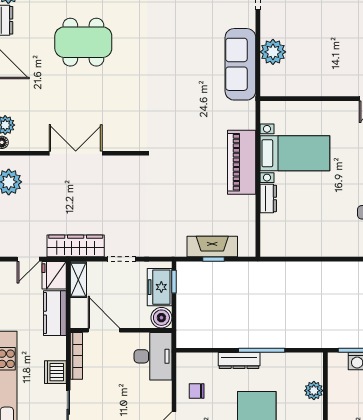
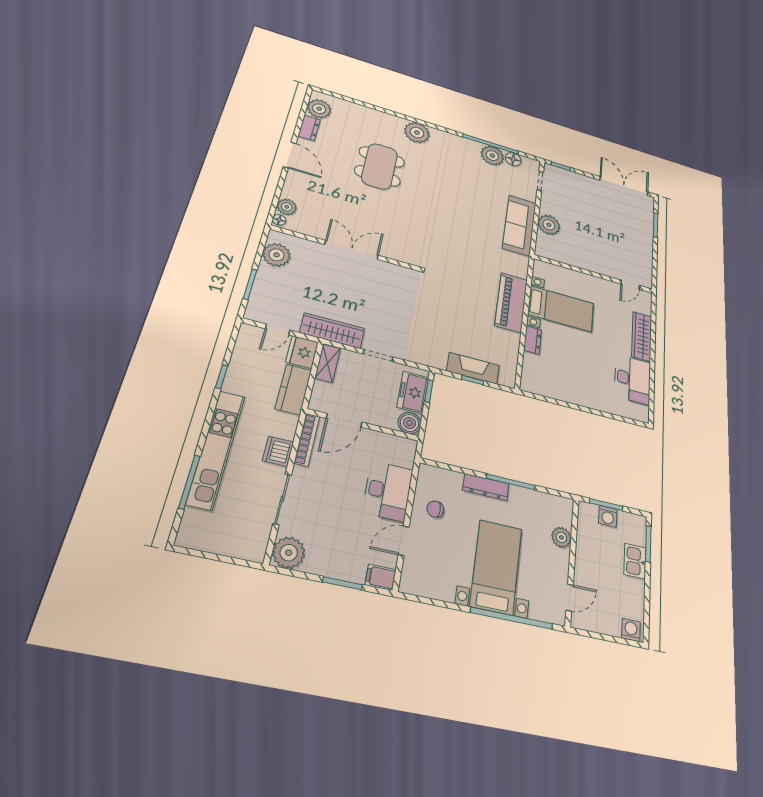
dining table: (83, 42) -> (380, 166), turned 90
door: (104, 330) -> (344, 420), swing flipped
desk: (153, 356) -> (388, 491), moved

